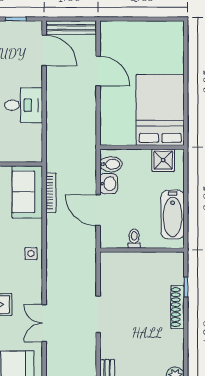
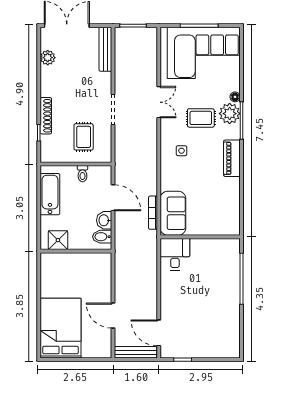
desk: (24, 105) -> (175, 254), moved, turned 90
bed: (160, 110) -> (60, 328), moved, turned 180
side table: (31, 254) -> (182, 151), moved
rug: (133, 282) -> (84, 137), added

